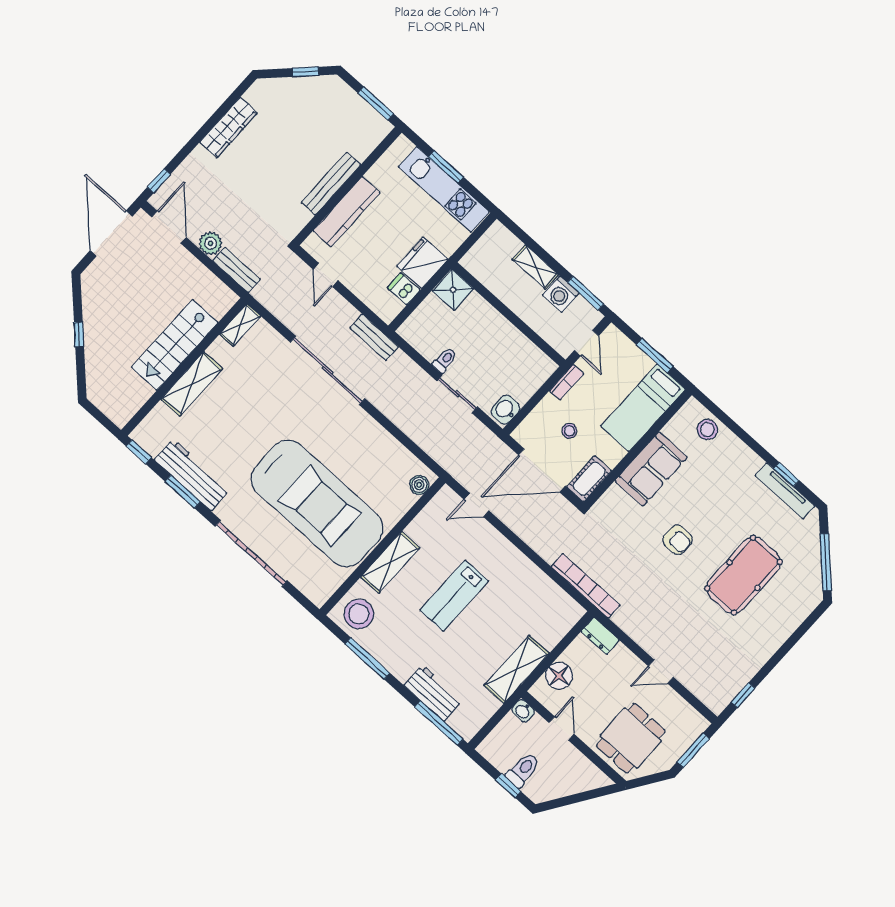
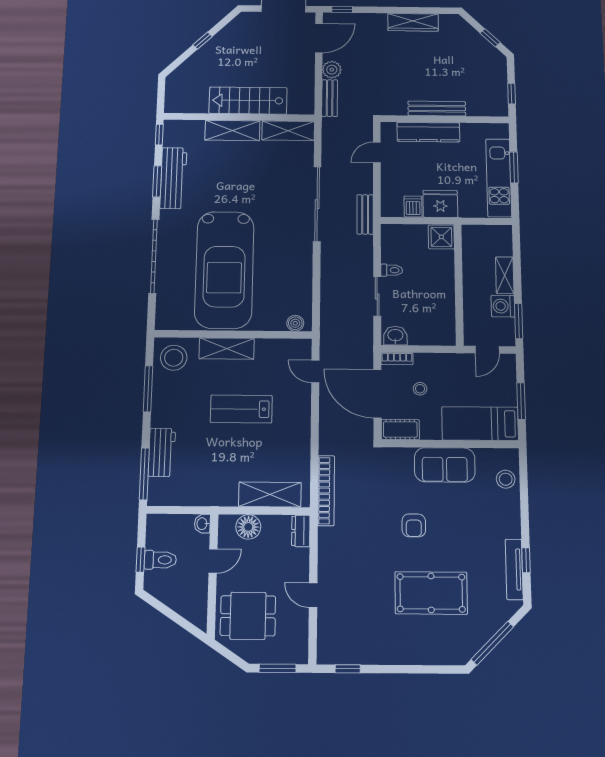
window: (376, 103) -> (512, 94), width x0.67
shelving: (240, 325) -> (288, 131), width x1.50, depth x1.33
bookcase: (567, 382) -> (397, 359), moved
shelving: (517, 669) -> (270, 495), moved

